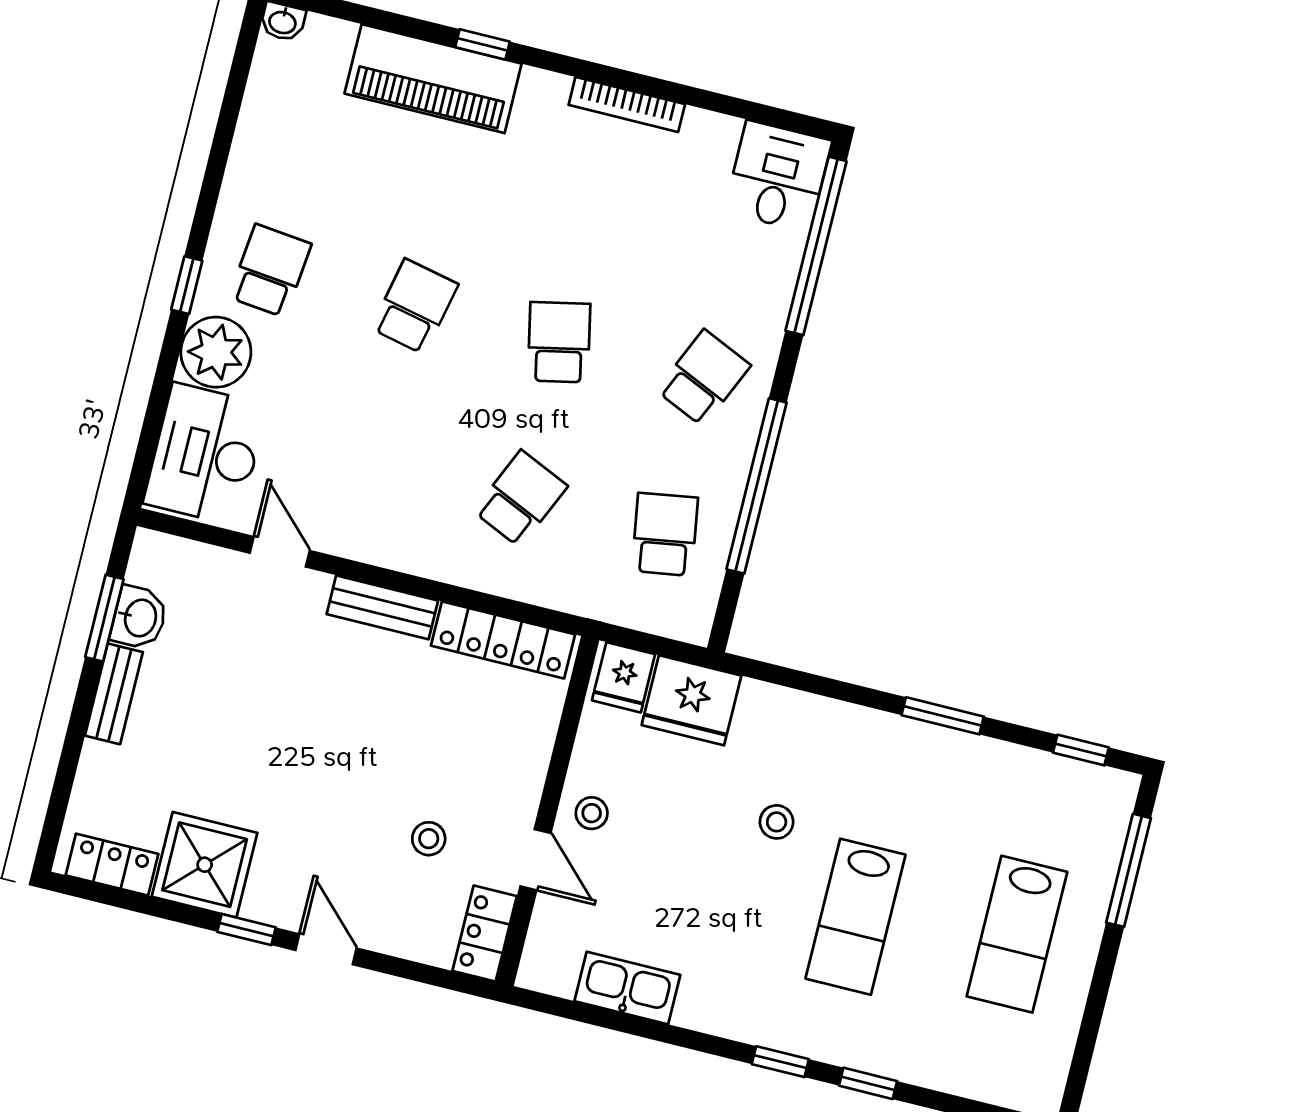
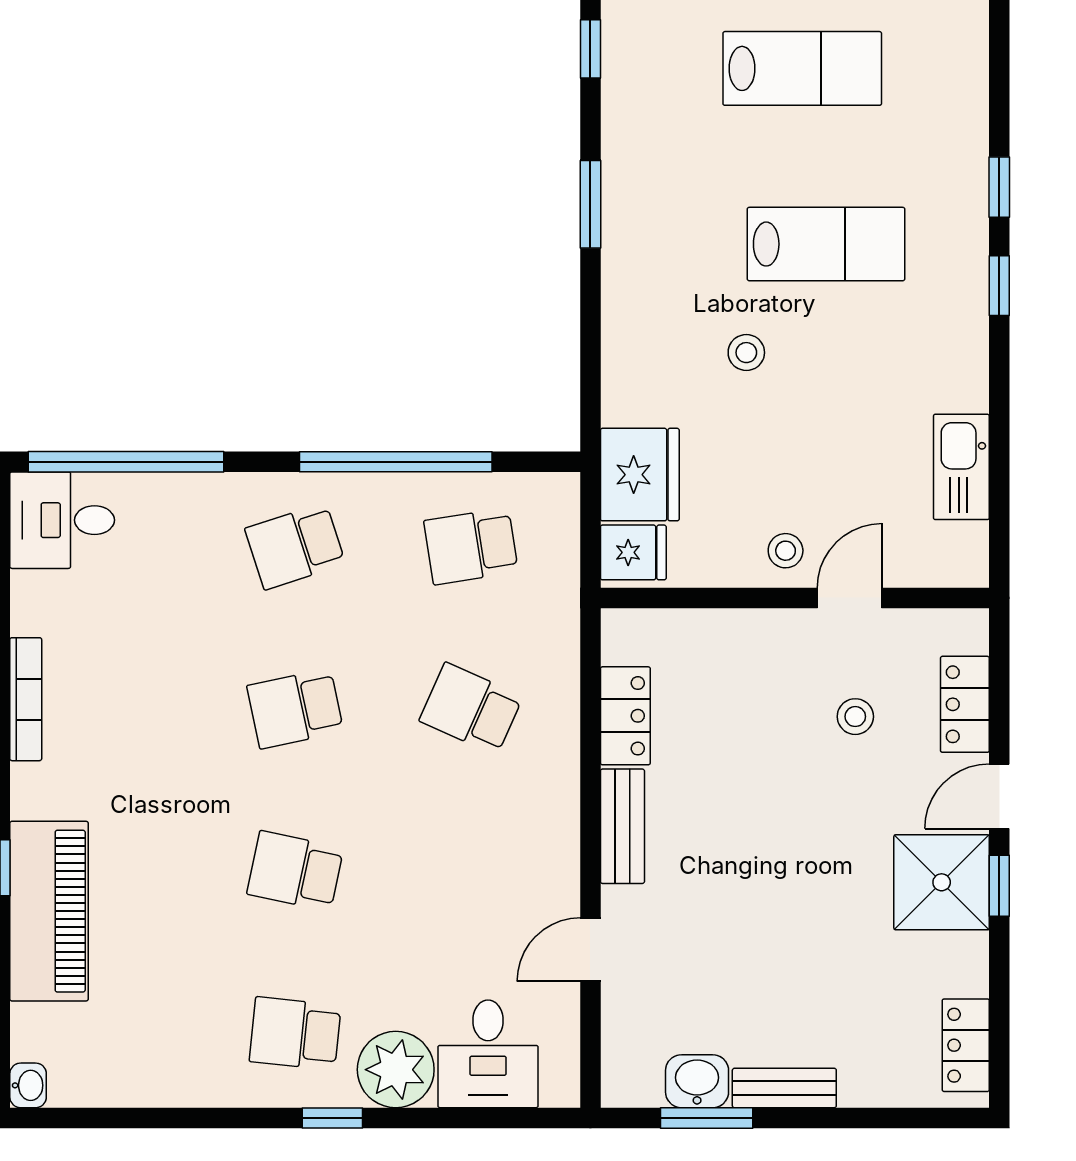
school desk: (704, 378) -> (295, 546), turned -42
desk: (205, 454) -> (488, 1054), width x0.73
locker: (503, 640) -> (625, 716), width x0.66
shower: (205, 865) -> (942, 882), moved
locker: (485, 934) -> (965, 704), moved, turned 90

